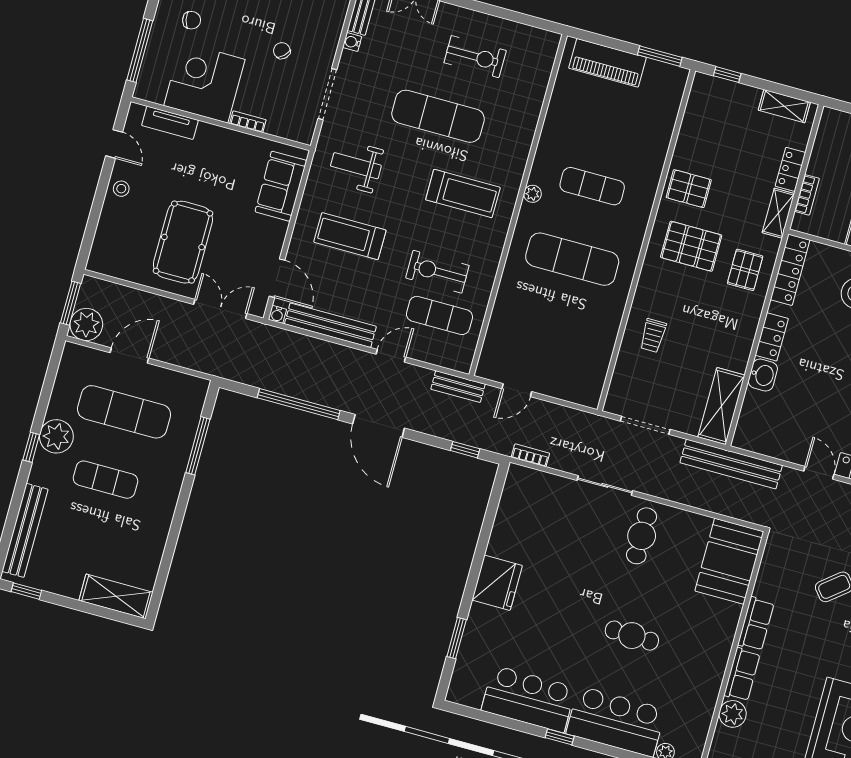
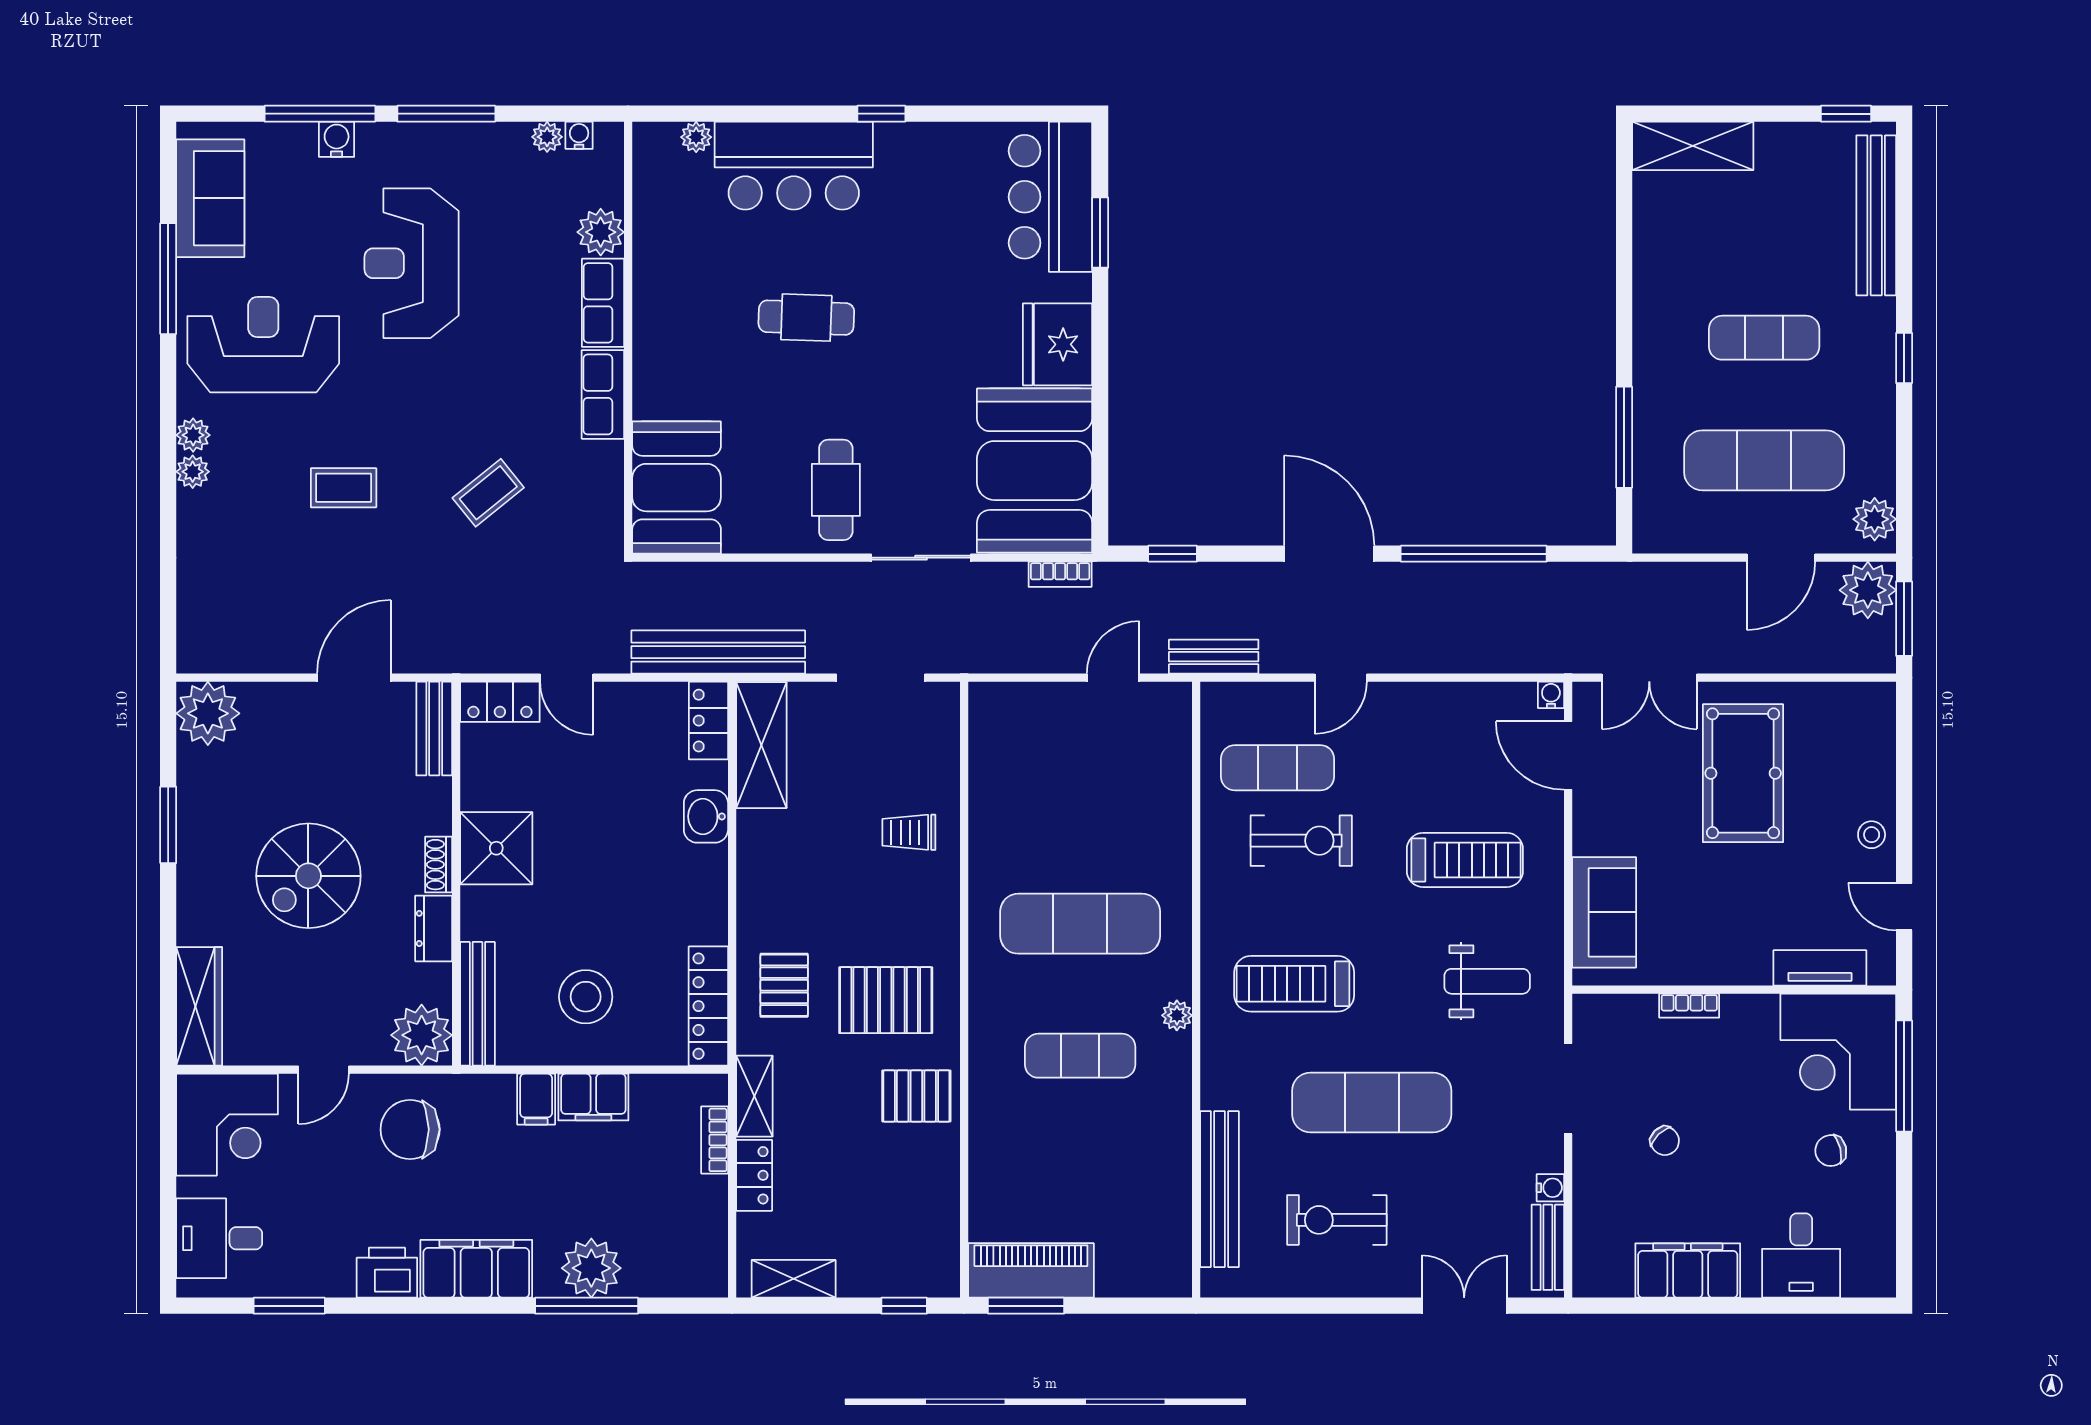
piano: (608, 63) -> (1031, 1270), moved
corner desk: (204, 83) -> (1838, 1052), moved, turned 90
bench: (330, 325) -> (1220, 1189), moved, turned 90
trolley: (653, 336) -> (909, 832), turned -90
locker: (772, 337) -> (709, 721), moved
plant: (56, 436) -> (1875, 519), moved, width x0.73, depth x0.73
booth: (529, 516) -> (1035, 471), added
bar counter: (529, 699) -> (1050, 197), moved, turned 90

